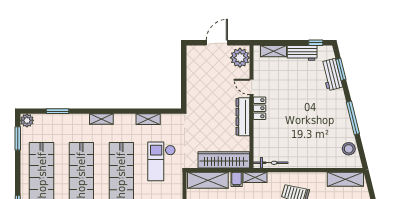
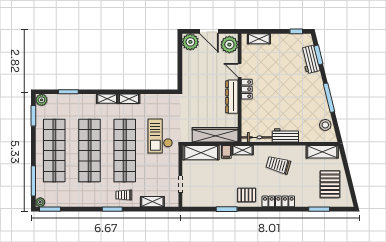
door: (217, 43) -> (209, 31), swing flipped
workbench: (302, 53) -> (285, 135), moved, turned 180
plant: (196, 55) -> (190, 42), added
shelving: (148, 119) -> (129, 99), moved

